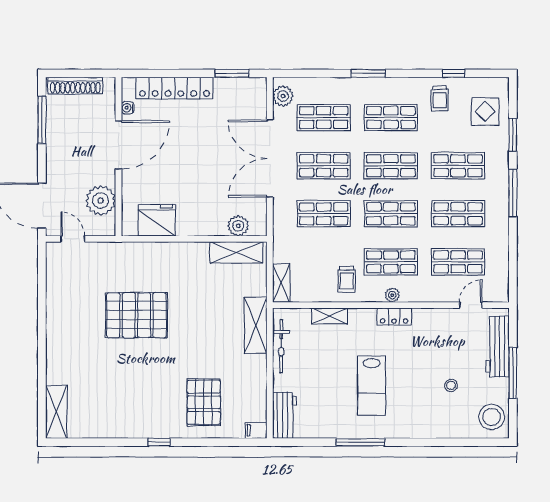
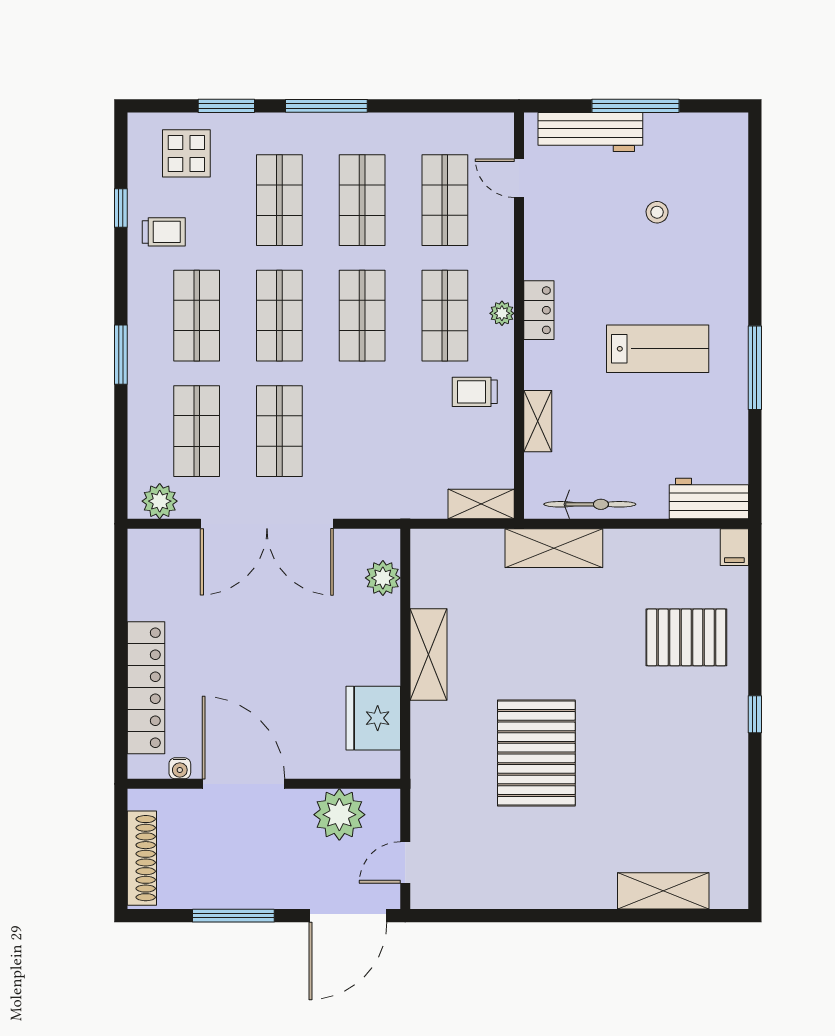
window: (232, 73) -> (121, 589), removed
window: (42, 120) -> (233, 916), moved
shop shelf: (324, 214) -> (362, 431), removed
shelving: (236, 252) -> (429, 655), moved
trolley: (347, 279) -> (475, 392), turned 180
shelving: (56, 412) -> (663, 891), moved
stool: (492, 417) -> (711, 143), removed

